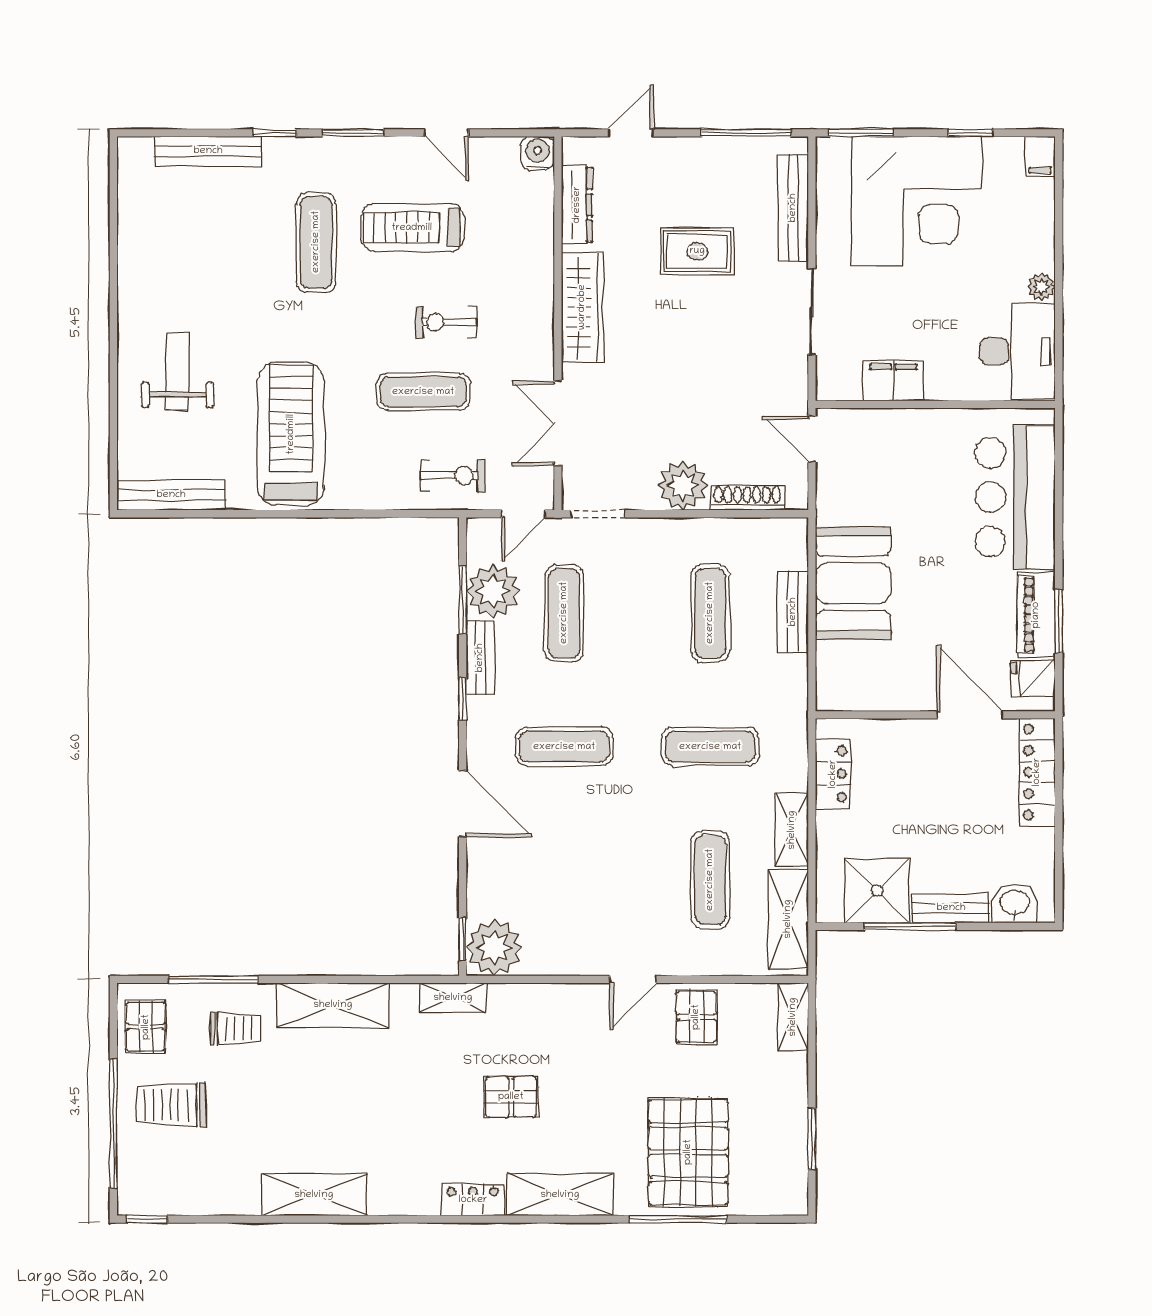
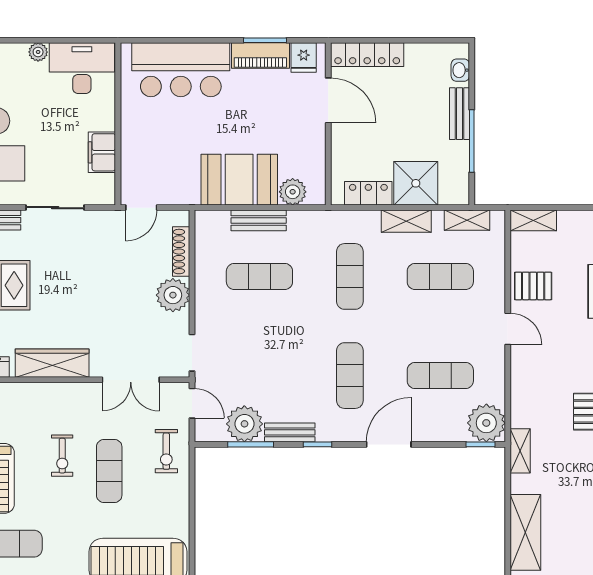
exercise bike: (453, 476) -> (166, 451), turned 180
exercise mat: (564, 613) -> (440, 376), moved
plant: (835, 662) -> (293, 192), added
door: (970, 715) -> (328, 100), swing flipped
shower: (877, 891) -> (416, 183), moved
washbasin: (1015, 903) -> (460, 70), width x0.72, depth x0.69
shelving: (788, 919) -> (467, 220), width x0.67, depth x0.75

